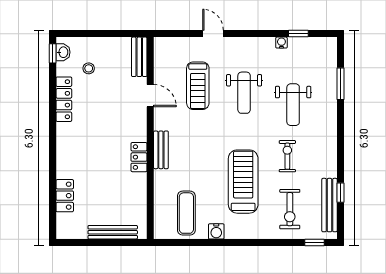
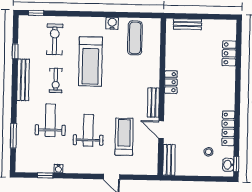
bench: (161, 150) -> (153, 103), moved
bench: (329, 205) -> (23, 80), moved
bench: (113, 232) -> (187, 24), width x0.73

